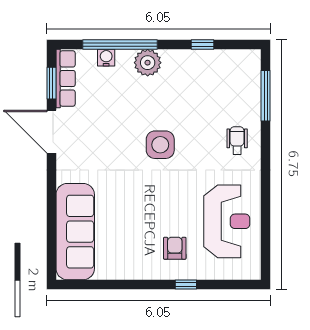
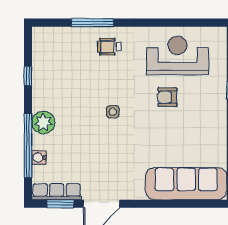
window: (266, 96) -> (92, 23), moved
side table: (160, 145) -> (113, 112), width x0.54, depth x0.54
armchair: (175, 248) -> (167, 97), moved

